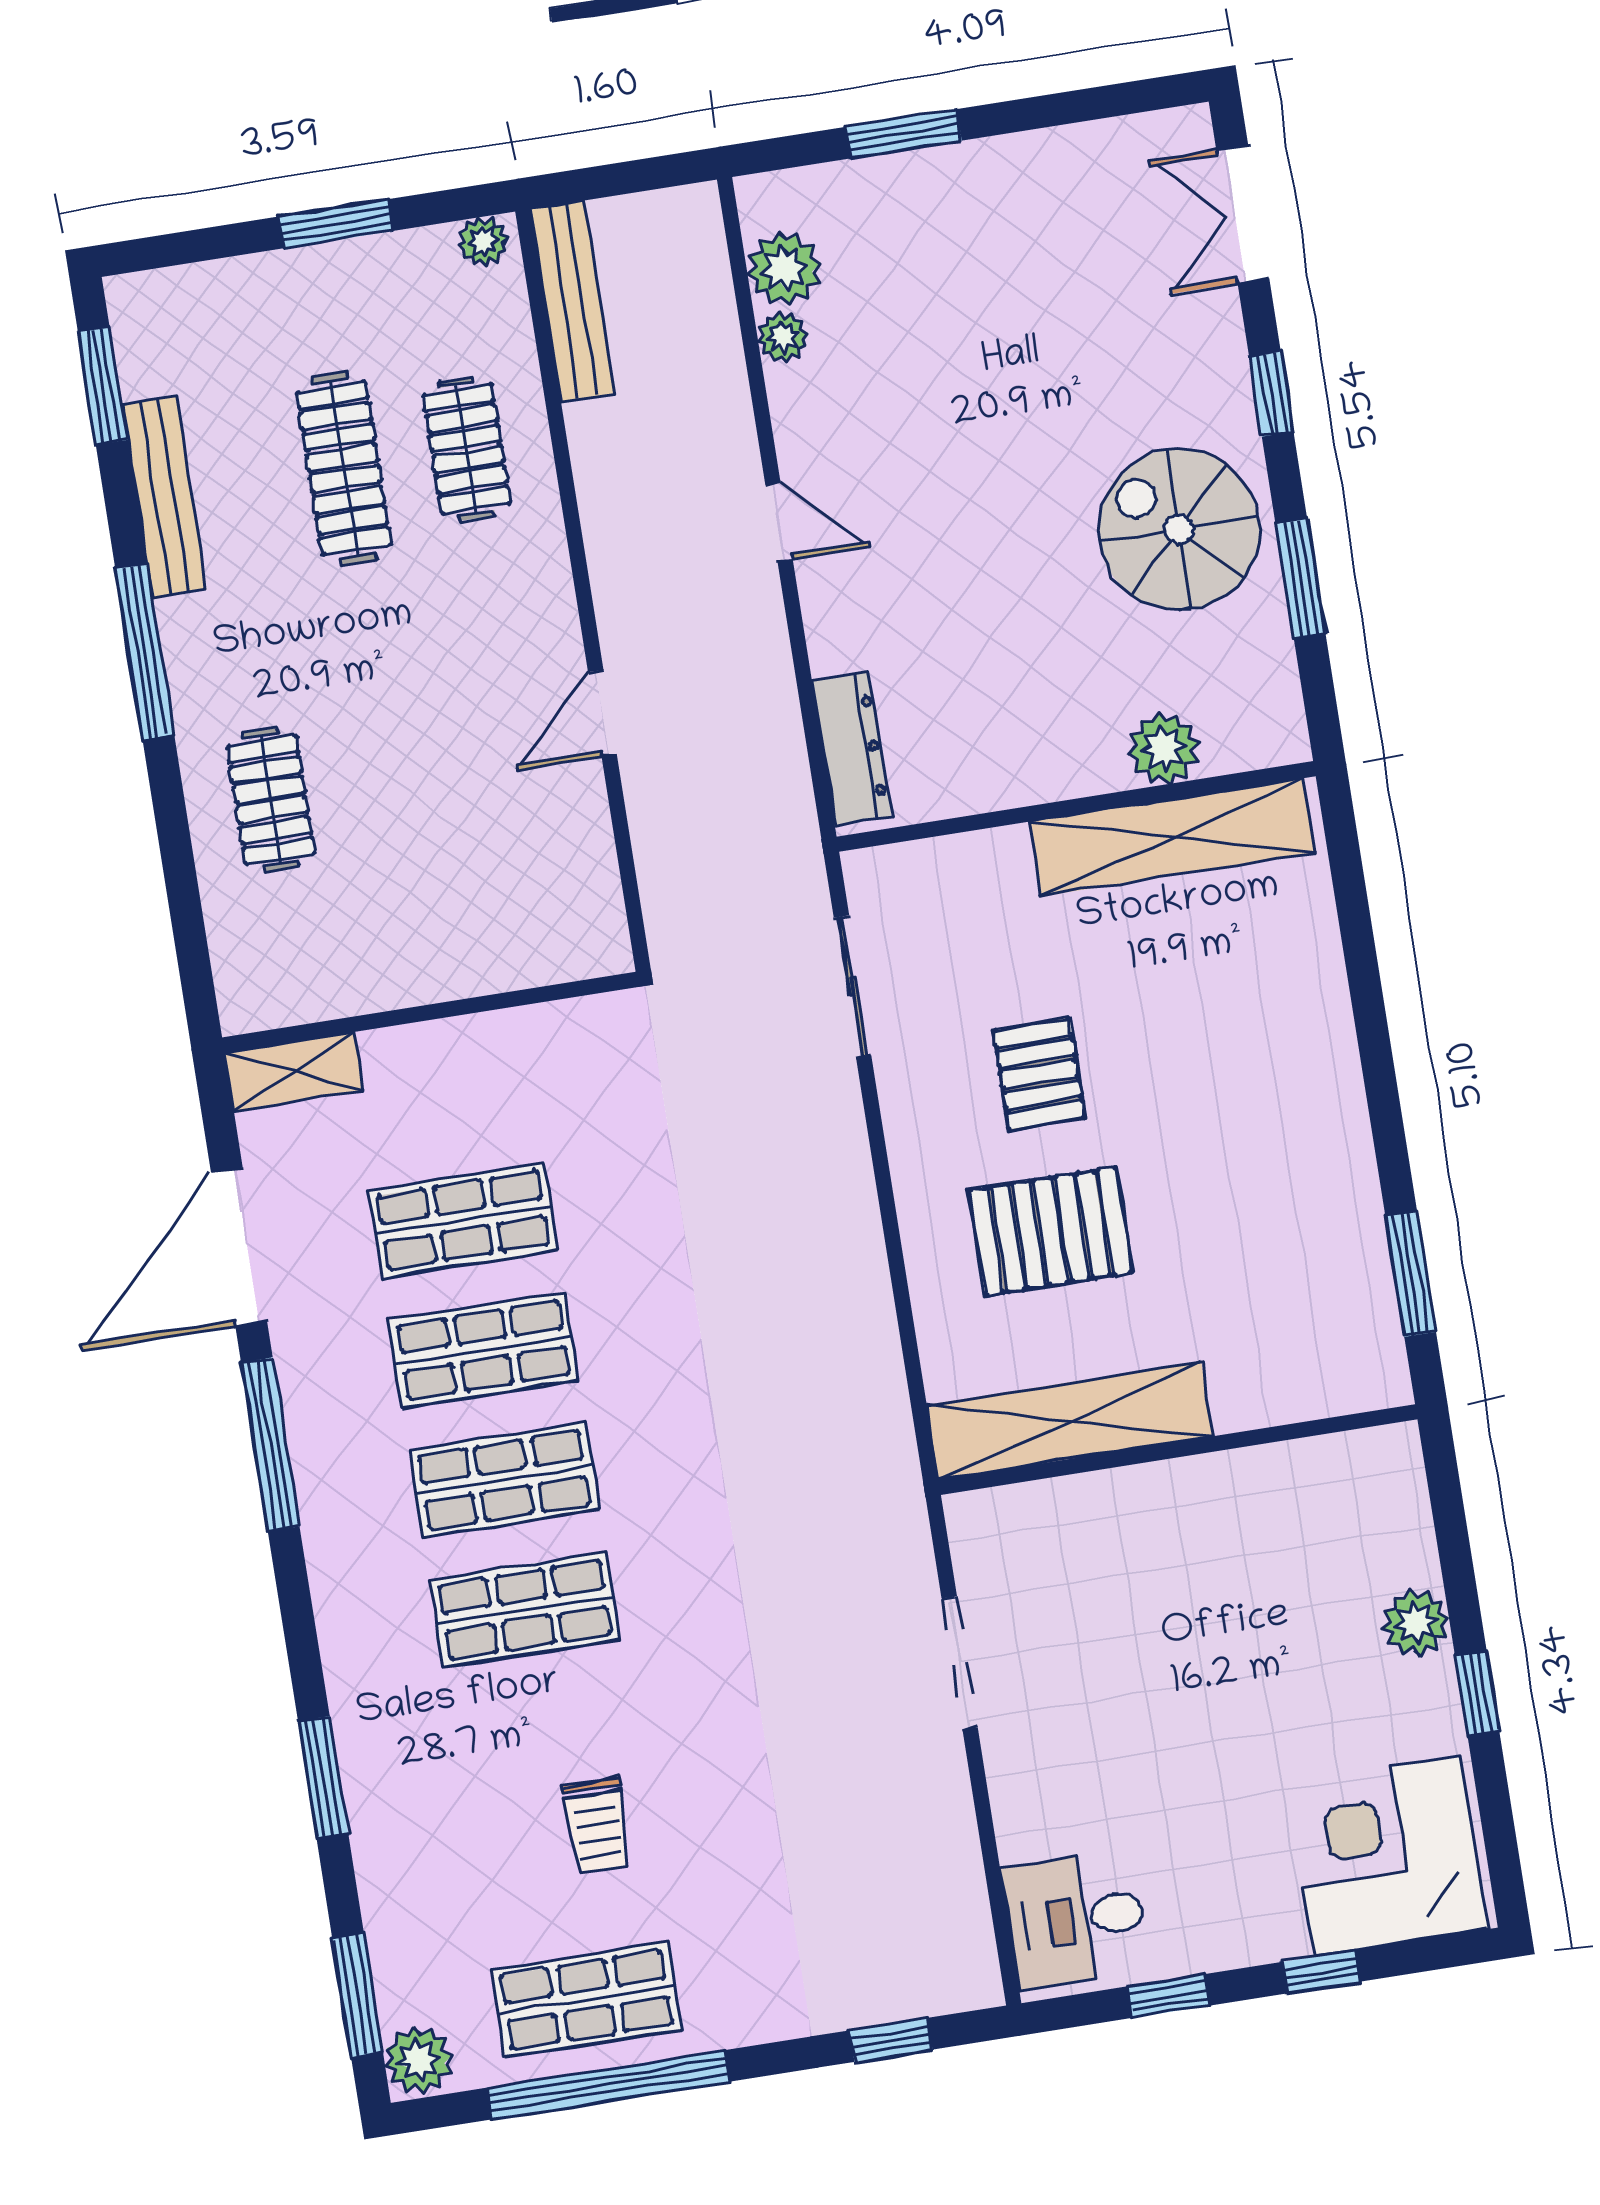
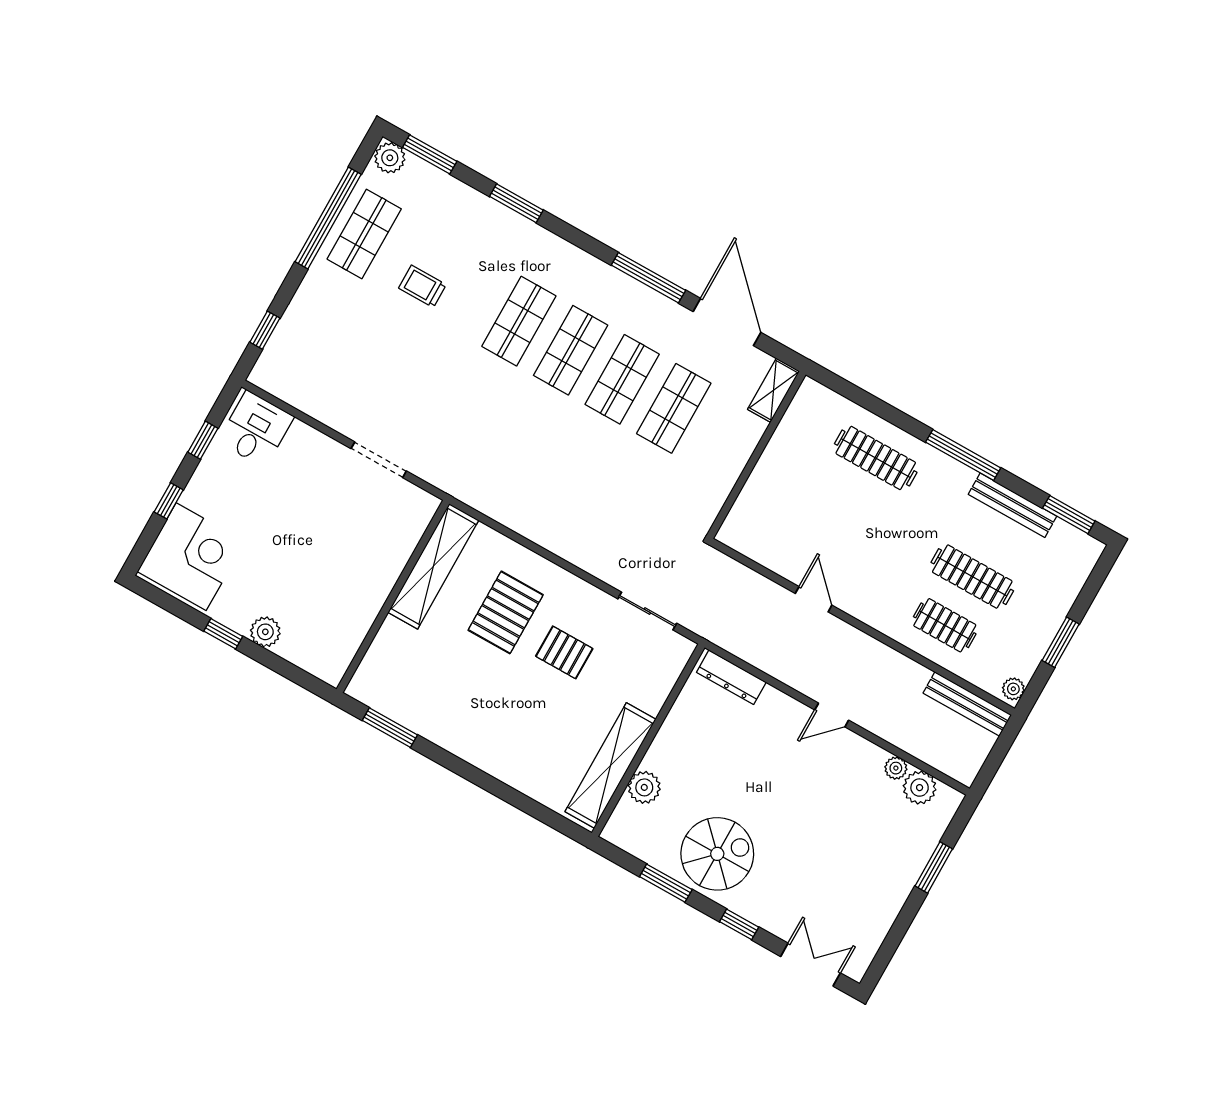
clothes rail: (271, 800) -> (876, 458), width x1.36

